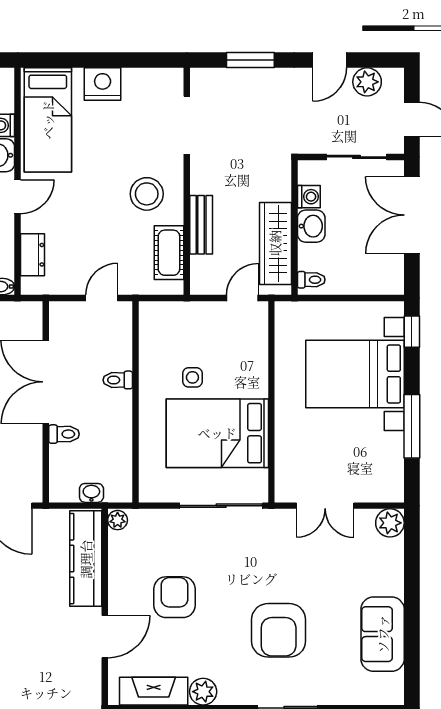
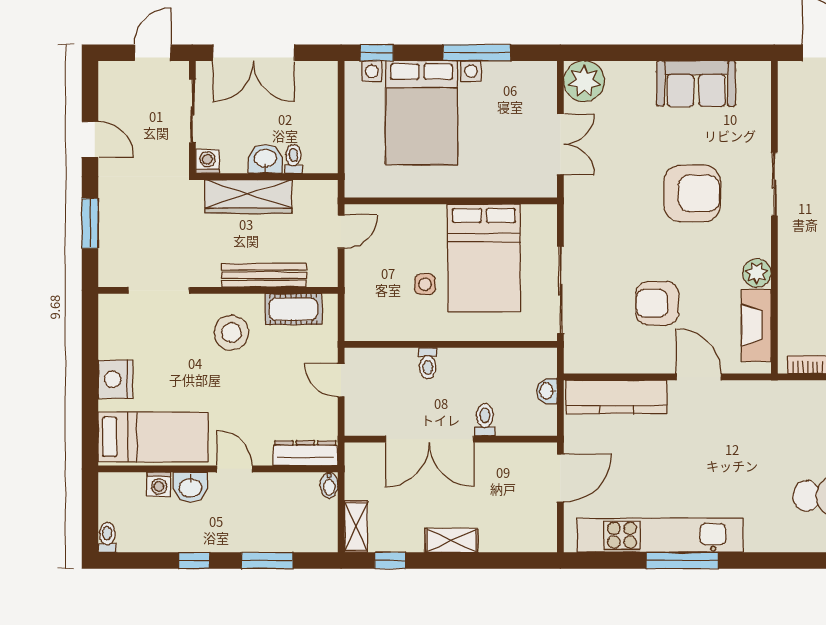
plant: (367, 82) -> (113, 100), removed
washing machine: (309, 197) -> (207, 161), moved
bench: (201, 225) -> (264, 275), width x1.36
wardrobe: (275, 243) -> (248, 197), moved
dresser: (33, 255) -> (305, 453), width x1.44
toilet: (311, 280) -> (293, 159), moved
door: (242, 298) -> (341, 232), swing flipped
sliding door: (221, 506) -> (560, 290), moved
plant: (118, 520) -> (576, 363), removed
plant: (390, 523) -> (584, 81), width x1.36, depth x1.36

